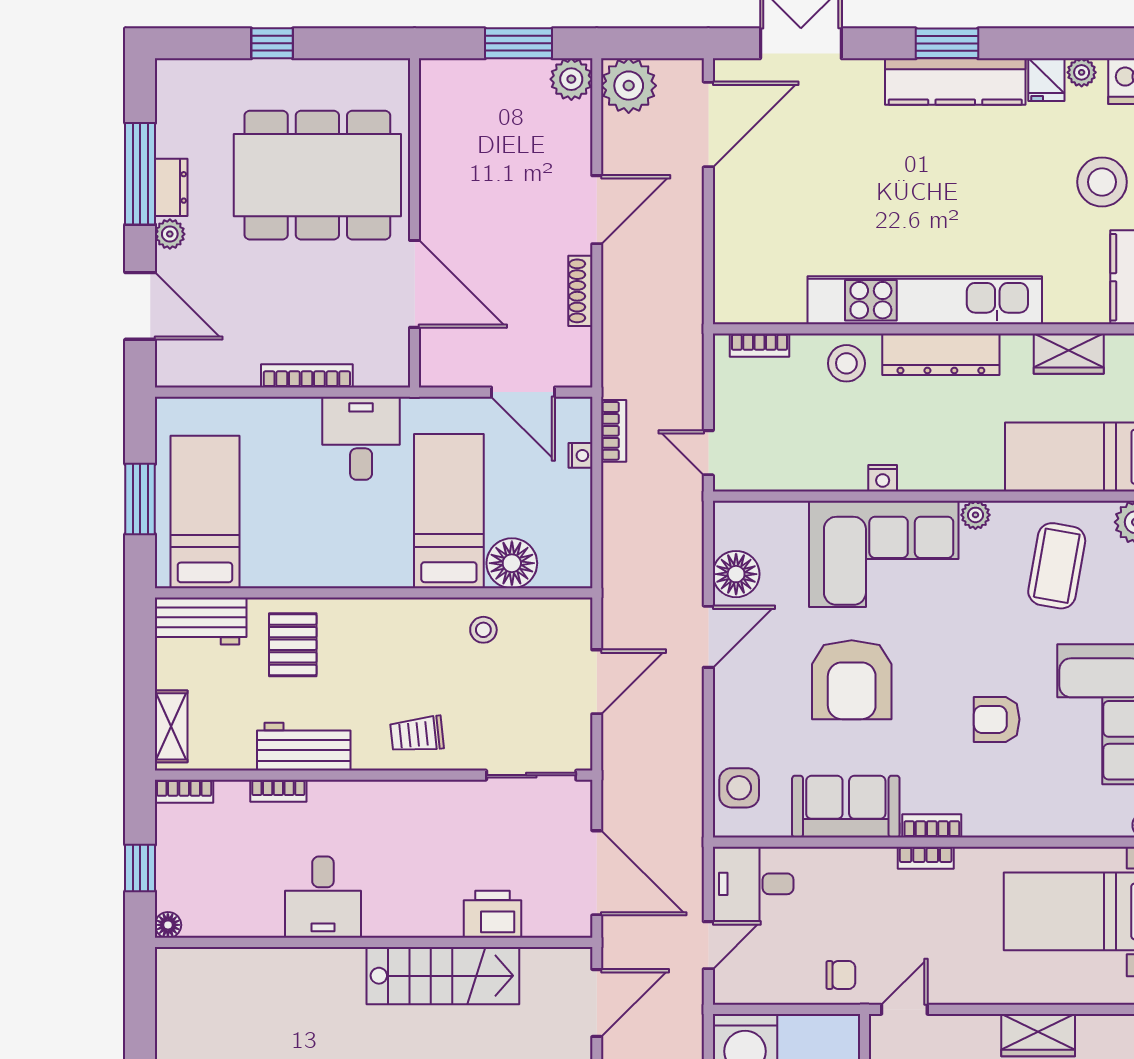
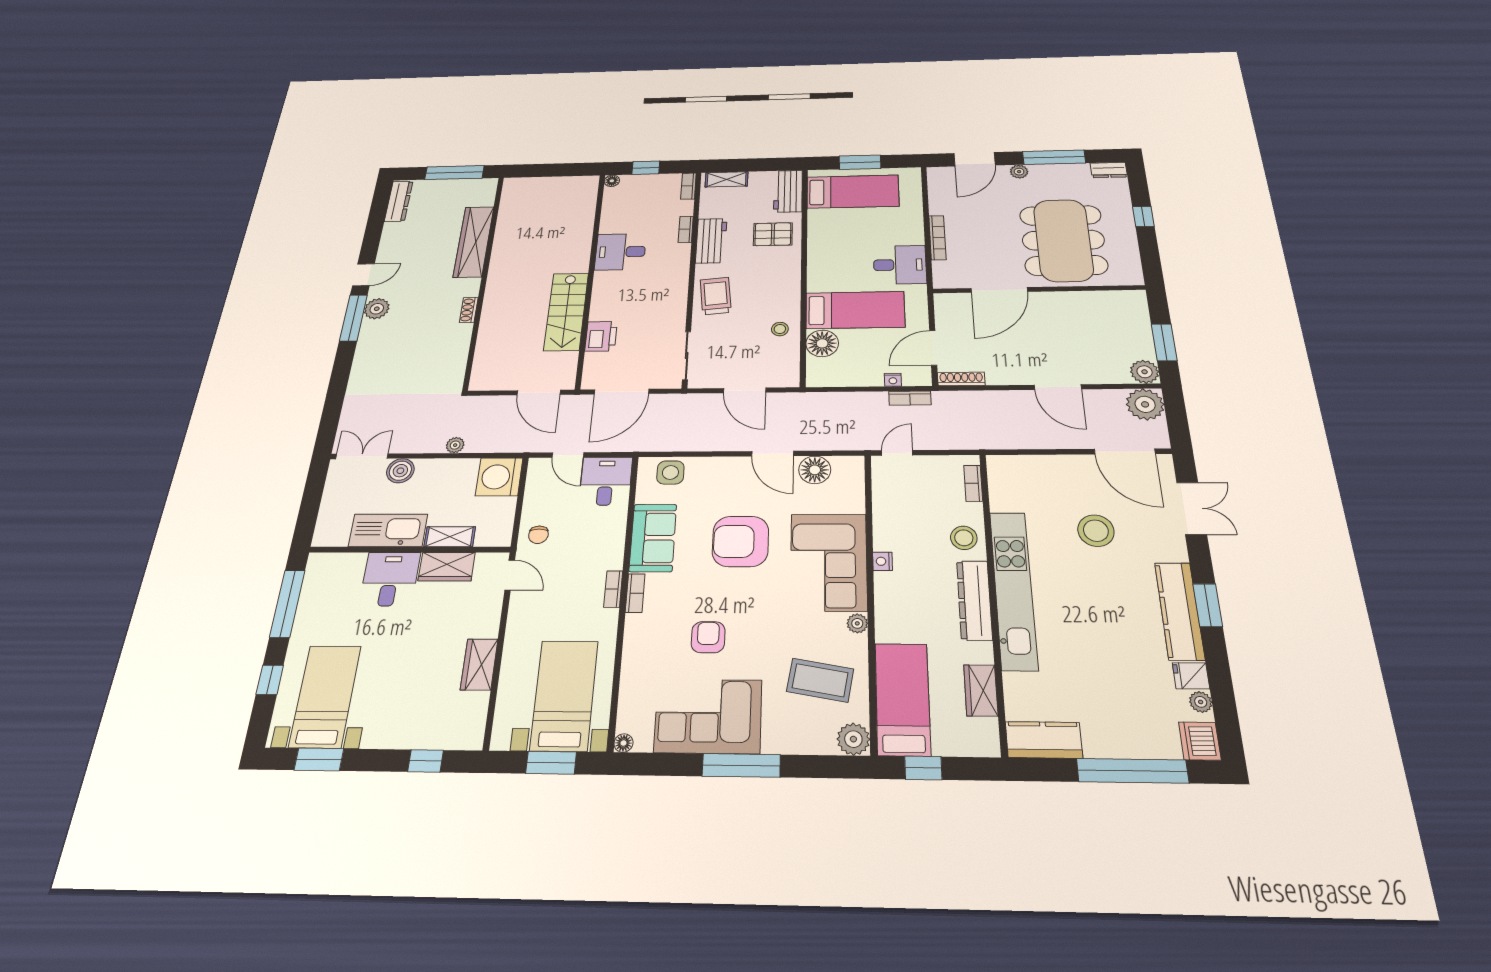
stool: (1102, 182) -> (1096, 531), moved
dresser: (171, 187) -> (1109, 170), moved
shoe rack: (580, 291) -> (961, 379), moved
trolley: (417, 734) -> (716, 296), width x1.36, depth x1.39

